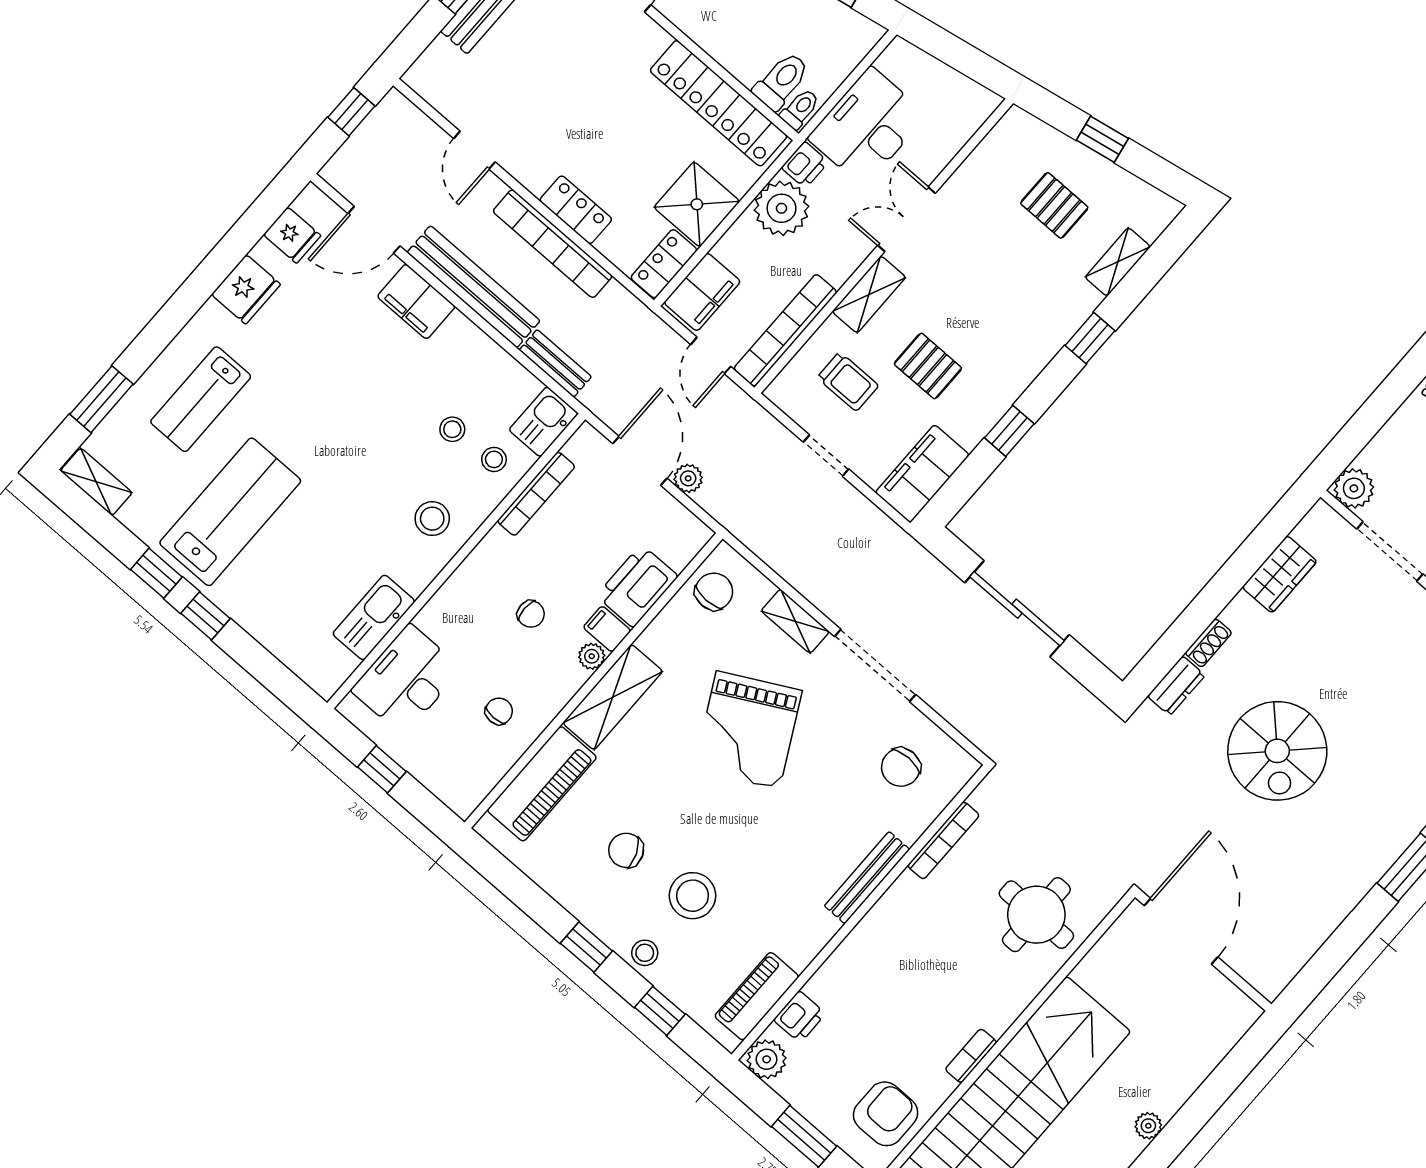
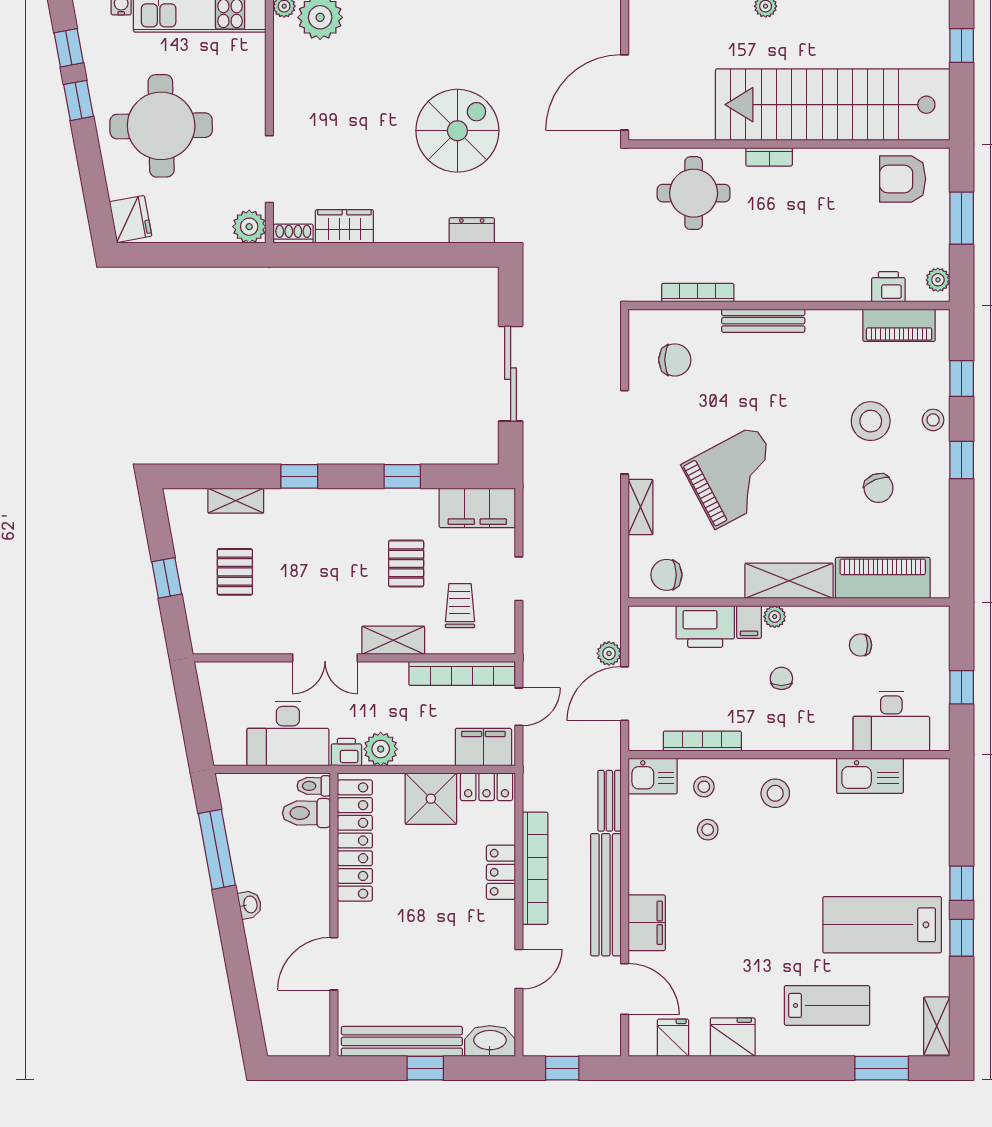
washbasin: (432, 68) -> (490, 1041), added
plant: (781, 208) -> (381, 749), width x0.73, depth x0.73
shoe rack: (1208, 643) -> (293, 234), moved
bookcase: (971, 1056) -> (769, 157), moved
plant: (767, 1059) -> (938, 280), width x0.73, depth x0.73

